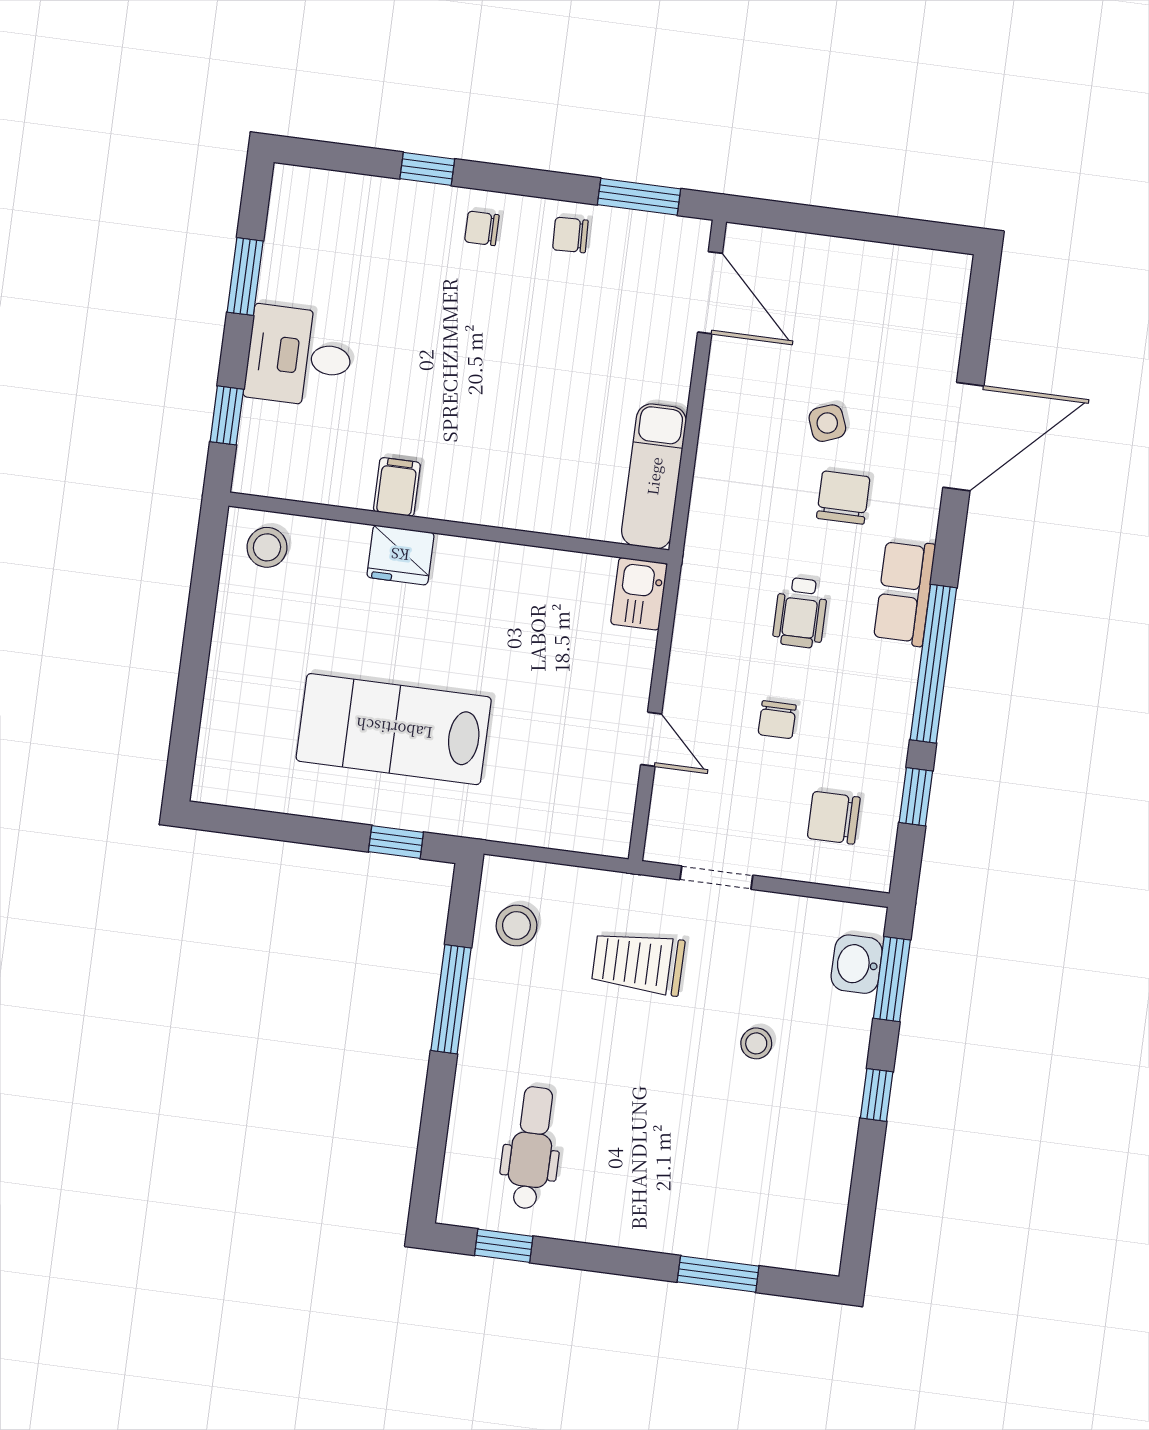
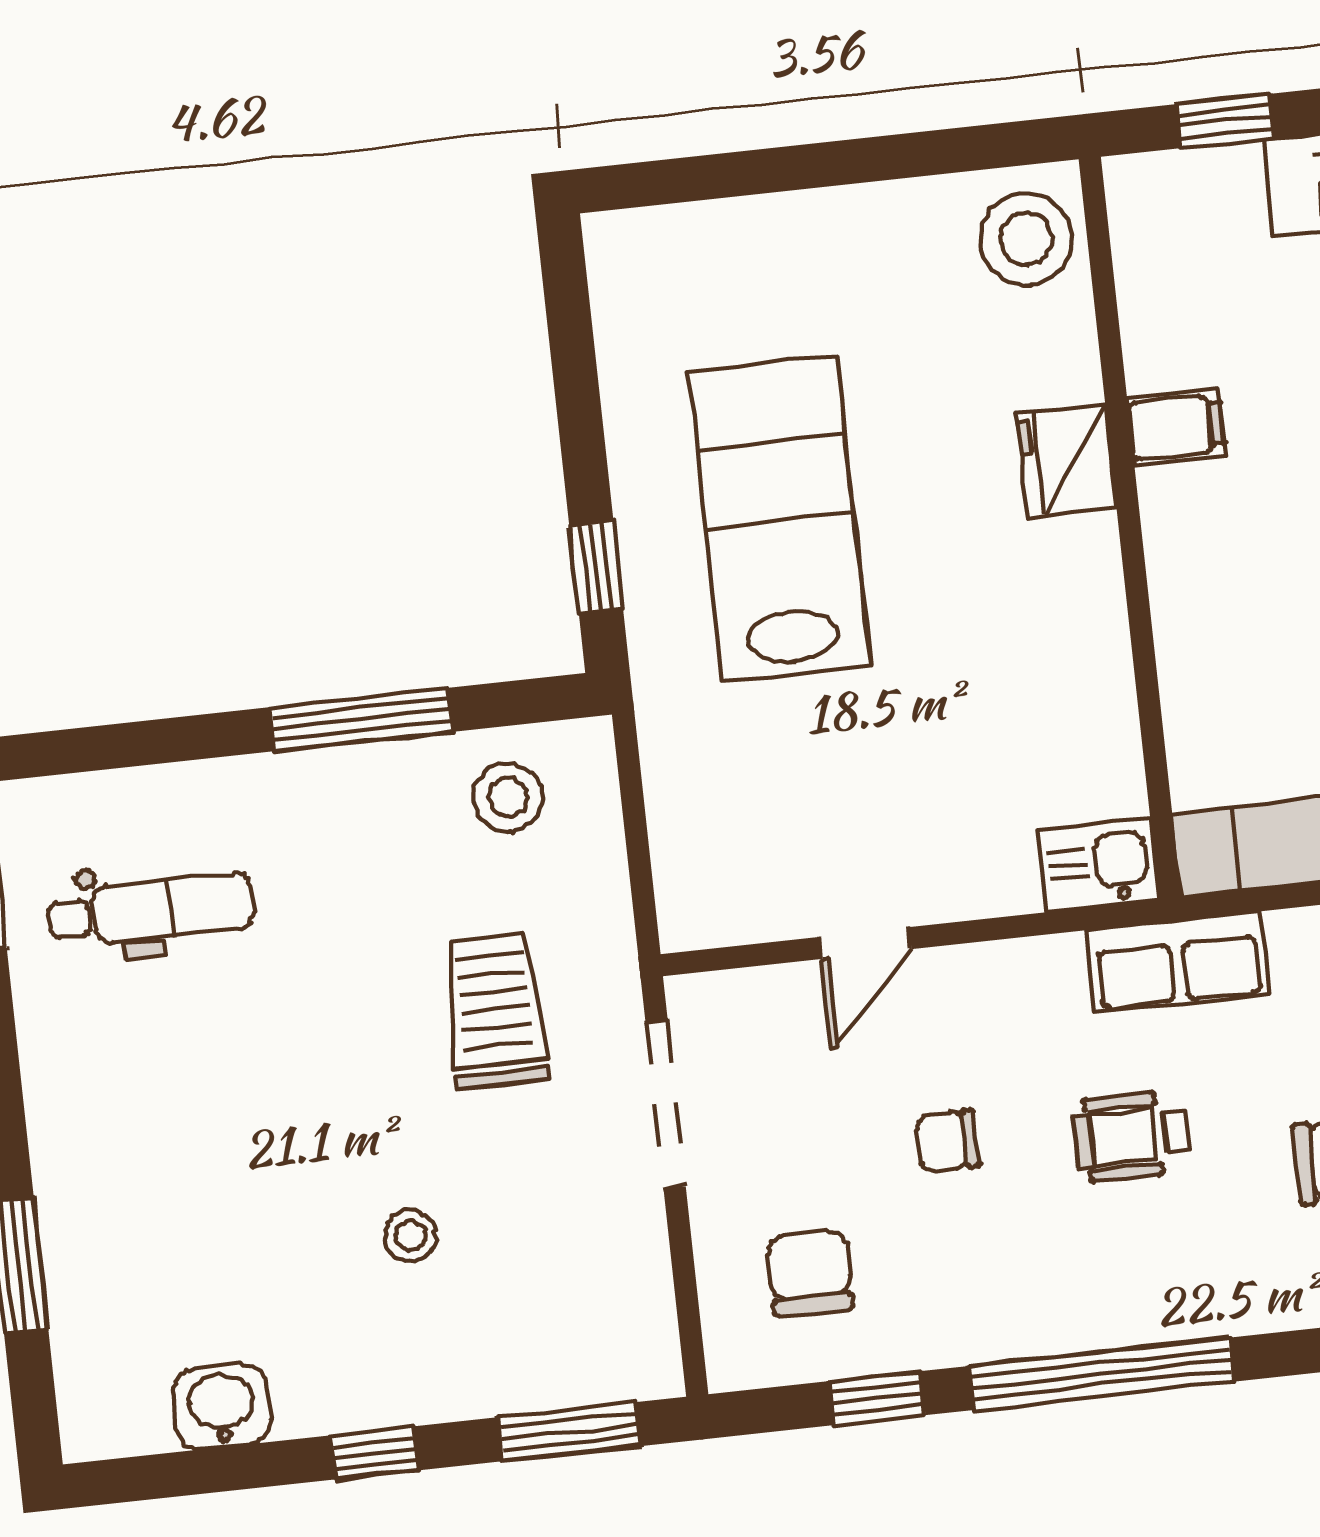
stool: (267, 547) -> (1026, 239), width x1.38, depth x1.38
row of seats: (904, 593) -> (1178, 962), moved, turned 180
doorway: (716, 878) -> (666, 1104), width x1.38
washbasin: (857, 964) -> (221, 1407), moved

